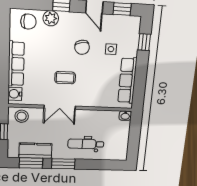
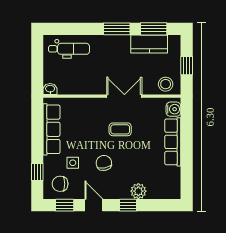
chair: (28, 22) -> (60, 184), moved
dental chair: (86, 144) -> (69, 49), moved

